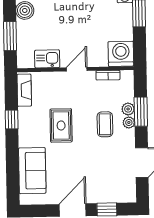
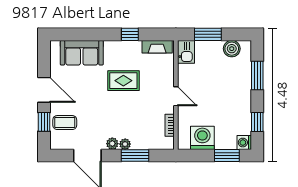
washing machine: (121, 54) -> (202, 138), moved, turned -90
kitchen sink: (47, 59) -> (186, 52), moved
plant: (128, 109) -> (112, 144), moved
coffee table: (105, 124) -> (65, 123), moved

